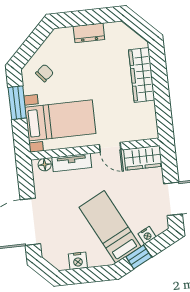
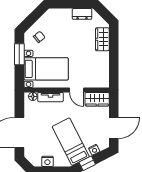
dresser: (89, 33) -> (82, 14), moved
wardrobe: (142, 75) -> (102, 39), width x0.67

